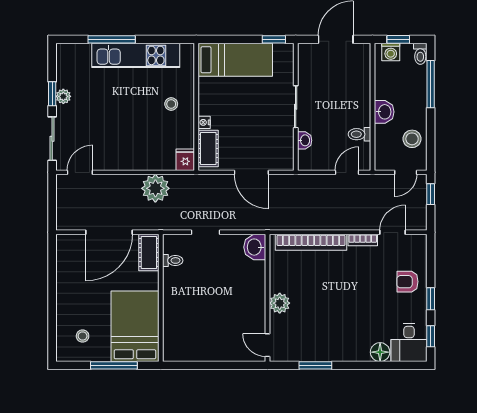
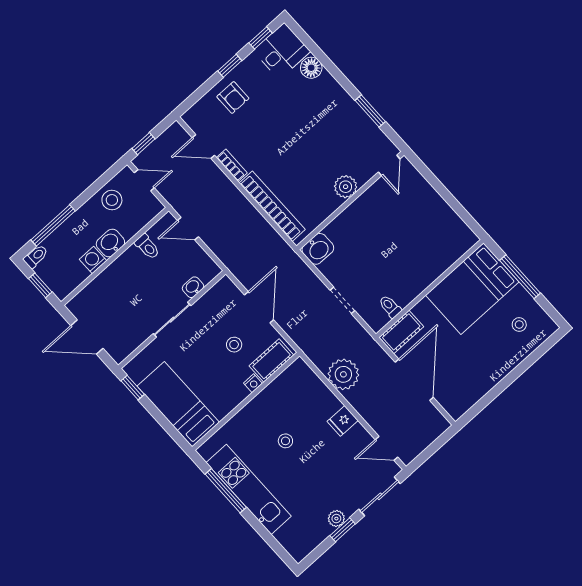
window: (112, 39) -> (226, 491), moved
washing machine: (391, 52) -> (93, 260), moved, turned -90
stool: (171, 104) -> (285, 441), moved
stool: (241, 133) -> (234, 345), added
fridge: (185, 160) -> (343, 421), moved
door: (109, 232) -> (414, 380), hinge flipped

